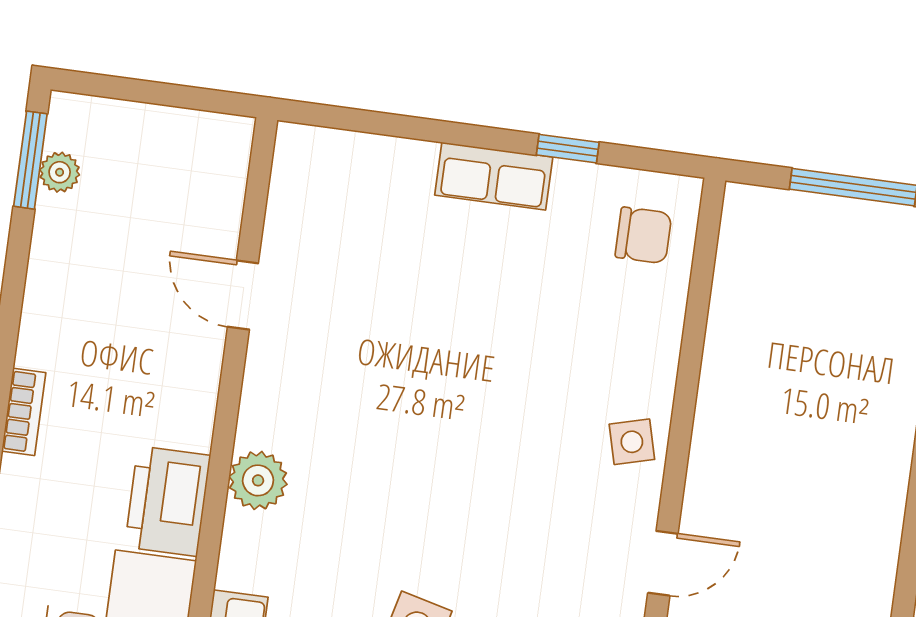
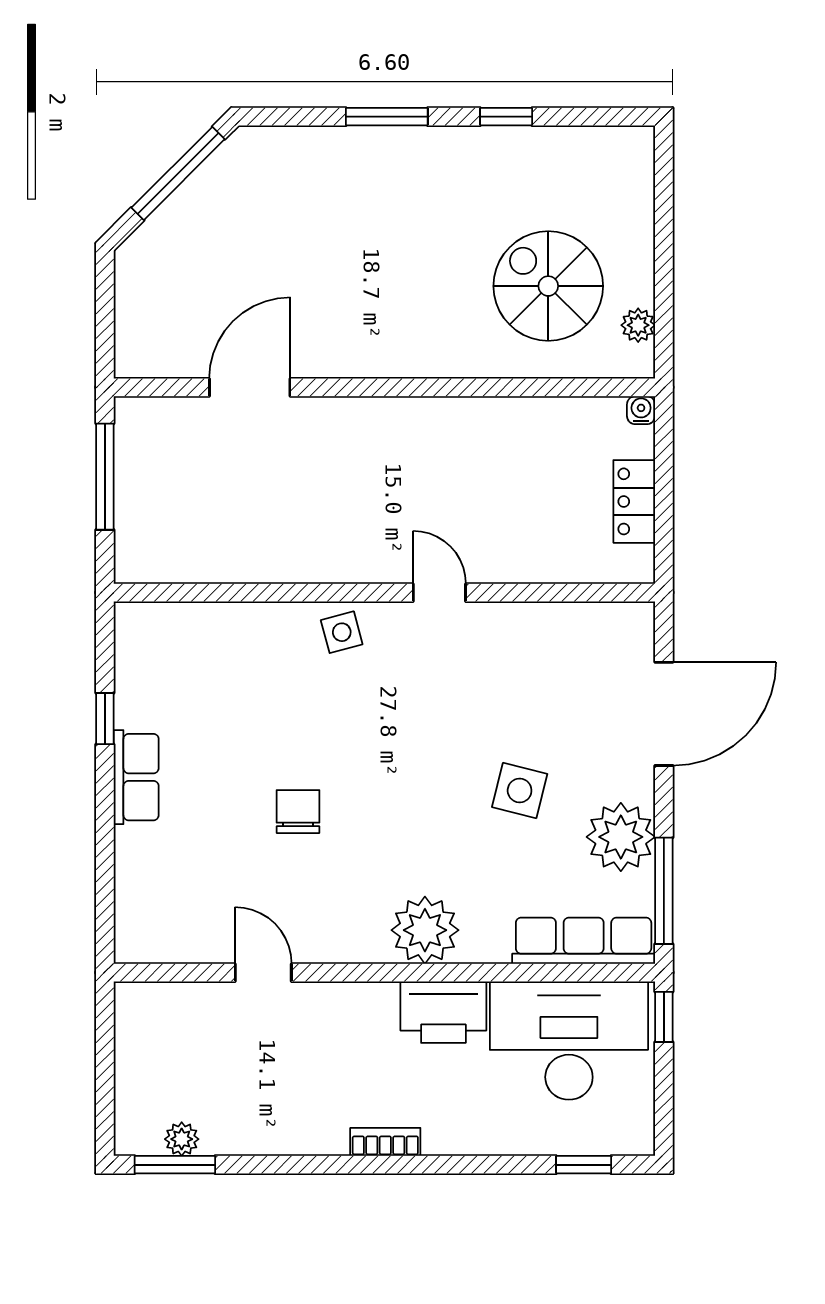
chair: (643, 235) -> (298, 812), moved
door: (243, 295) -> (263, 973), swing flipped
plant: (258, 480) -> (425, 930), width x1.36, depth x1.36

